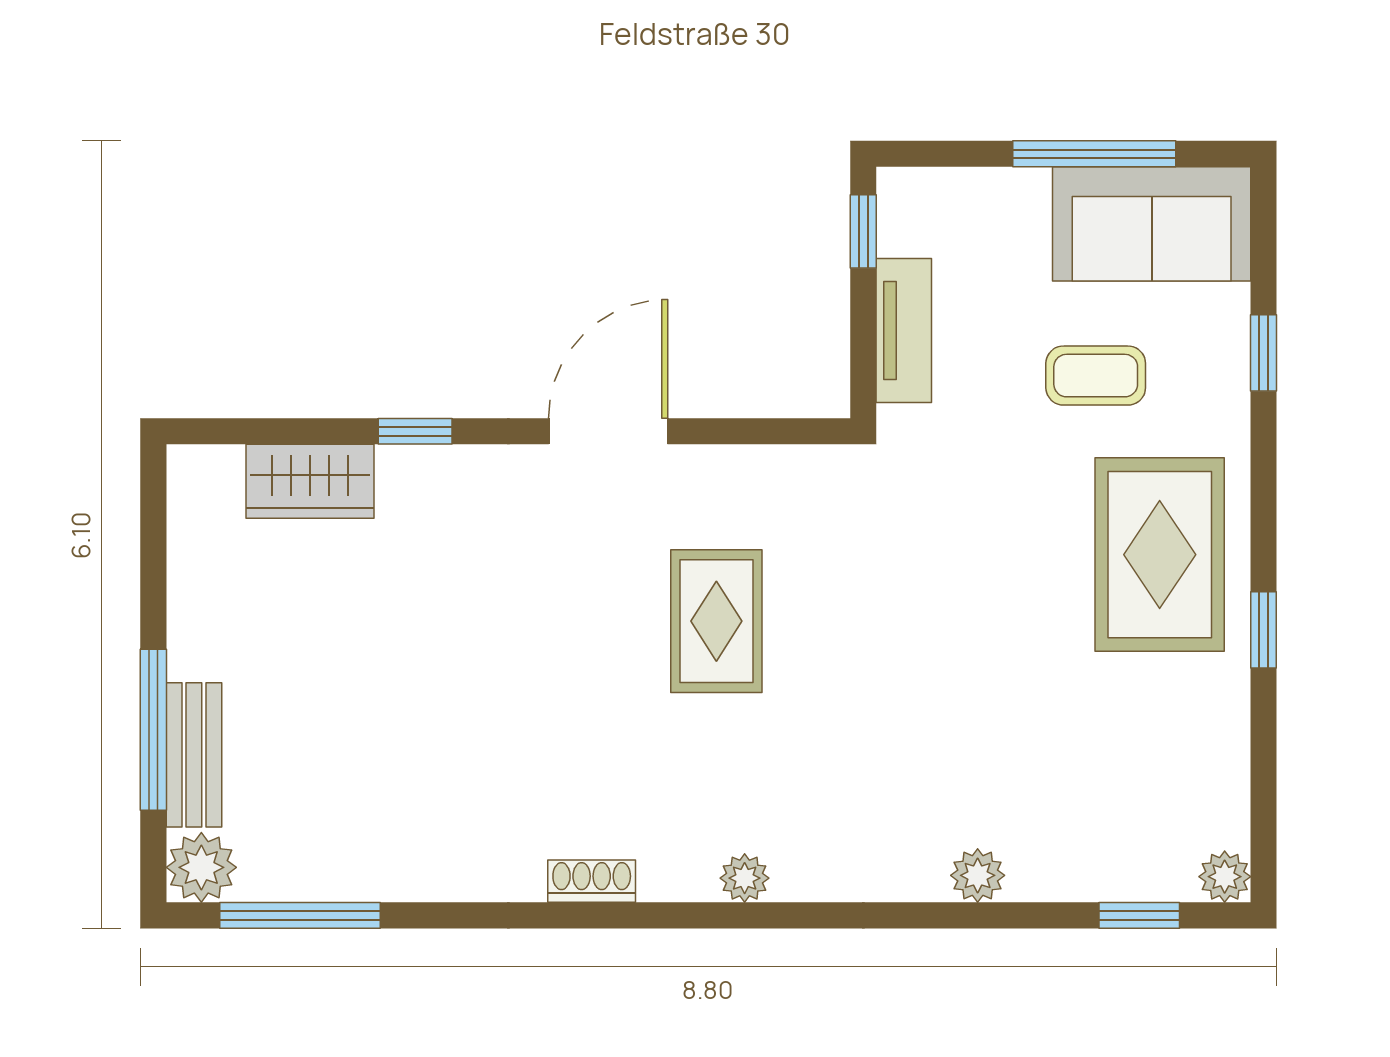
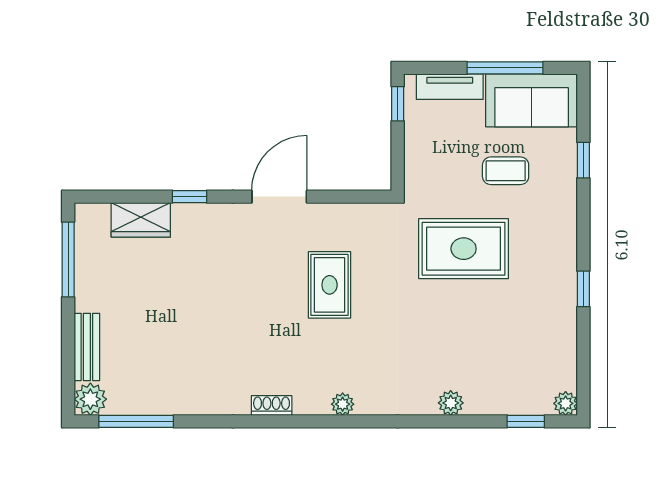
tv unit: (904, 331) -> (450, 87), moved, turned 90
rug: (1160, 555) -> (464, 249), moved, turned 90
window: (153, 730) -> (68, 259), moved

